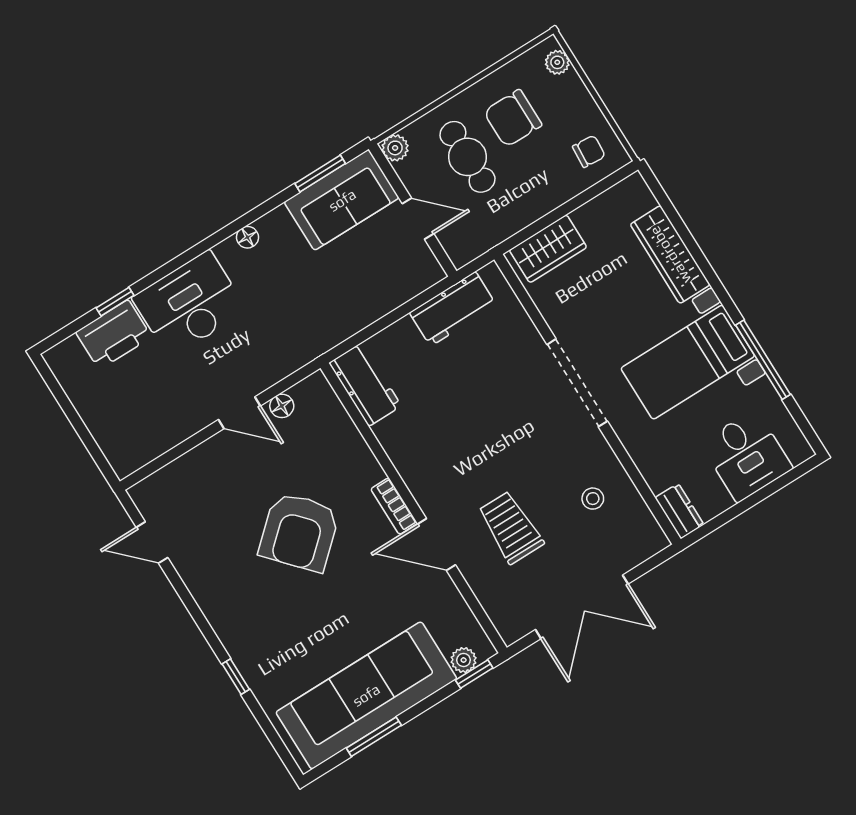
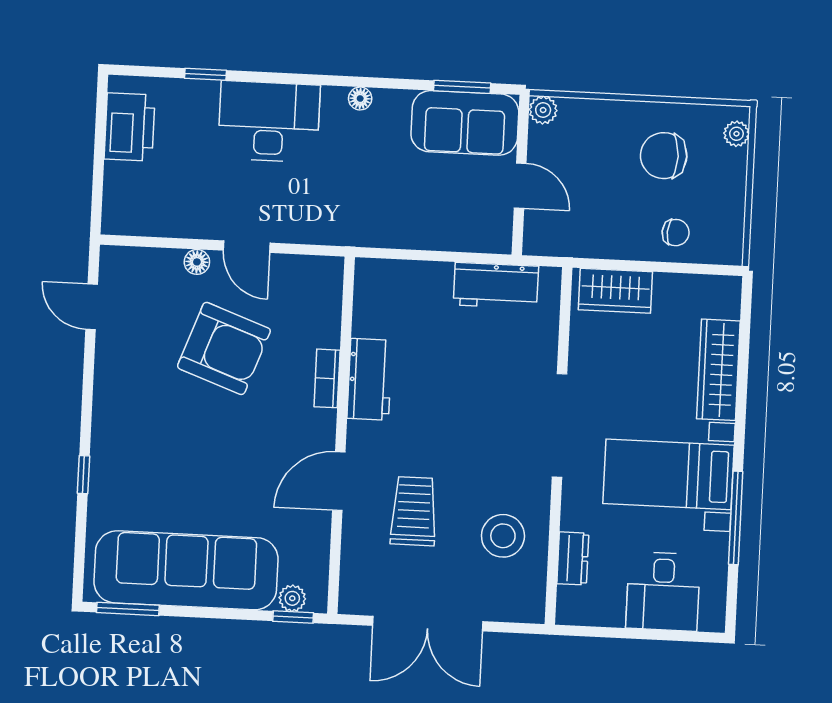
chair: (589, 151) -> (676, 233), moved
cafe table: (467, 157) -> (601, 162), removed
printer: (114, 335) -> (130, 127), moved, turned -90
workbench: (365, 384) -> (370, 379), moved
floor lamp: (282, 406) -> (197, 262), moved
stool: (593, 499) -> (503, 536), width x1.89, depth x1.89
bookcase: (394, 506) -> (327, 378), moved
dresser: (679, 511) -> (573, 558), moved
armchair: (299, 532) -> (224, 348), moved, turned -118
door: (437, 545) -> (339, 481), hinge flipped
window: (374, 737) -> (128, 609), moved

